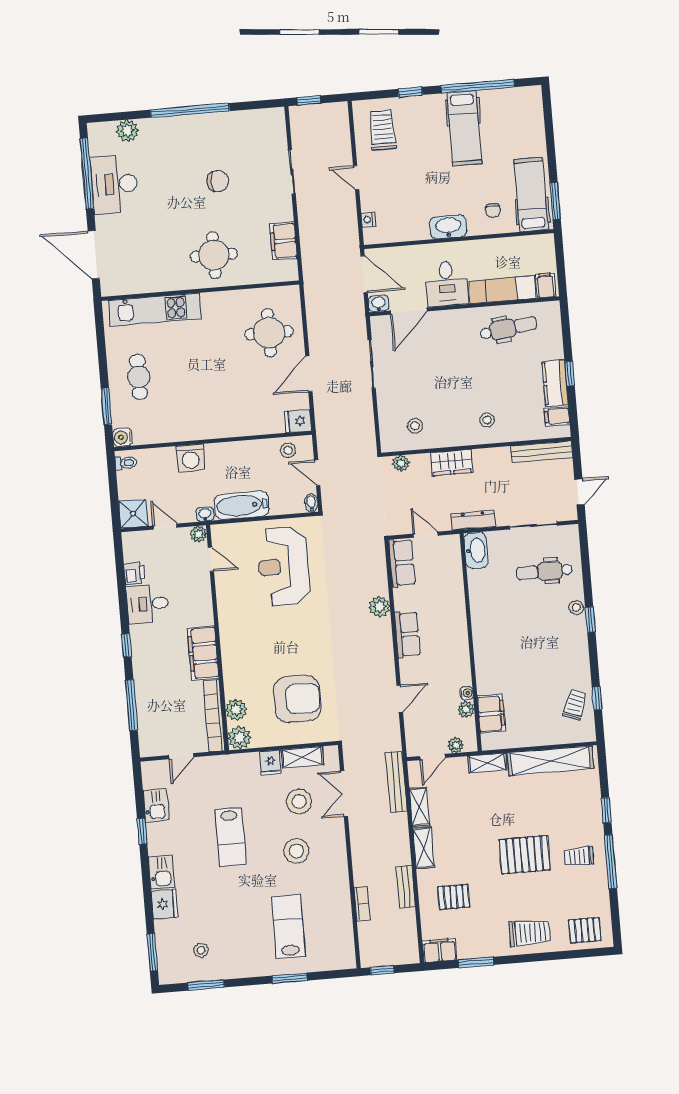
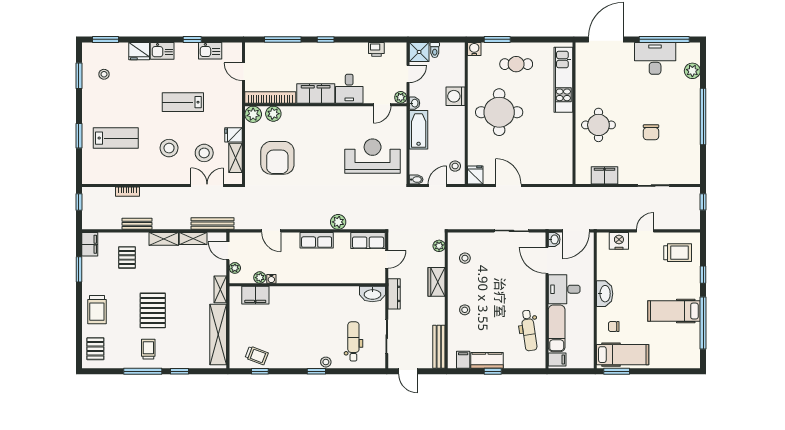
nightstand: (368, 220) -> (619, 241), width x1.89, depth x1.79
round table: (269, 333) -> (499, 112), moved, width x1.36, depth x1.36
toilet: (126, 463) -> (435, 50), moved
desk: (148, 604) -> (349, 89), moved, turned 180

